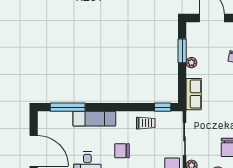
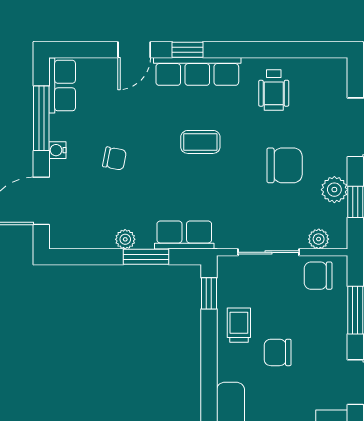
window: (182, 51) -> (146, 257), moved
chair: (122, 151) -> (278, 352), moved, turned 90

